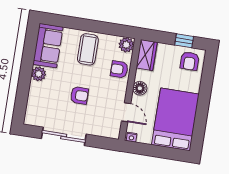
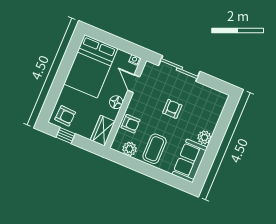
plant: (126, 45) -> (129, 149), moved
armchair: (190, 61) -> (65, 116), turned 93
armchair: (79, 95) -> (172, 109), turned 90
sliding door: (64, 136) -> (179, 69), moved

